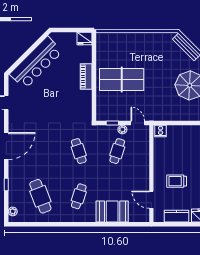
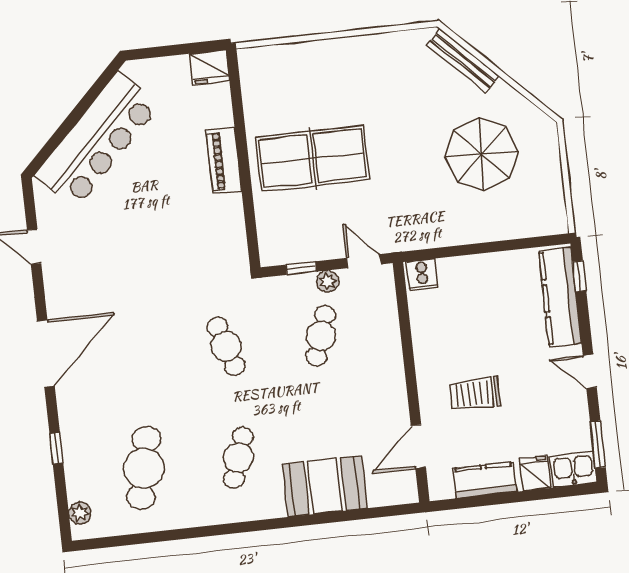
cafe table: (40, 196) -> (144, 468), turned 33
door: (151, 200) -> (418, 446), hinge flipped

